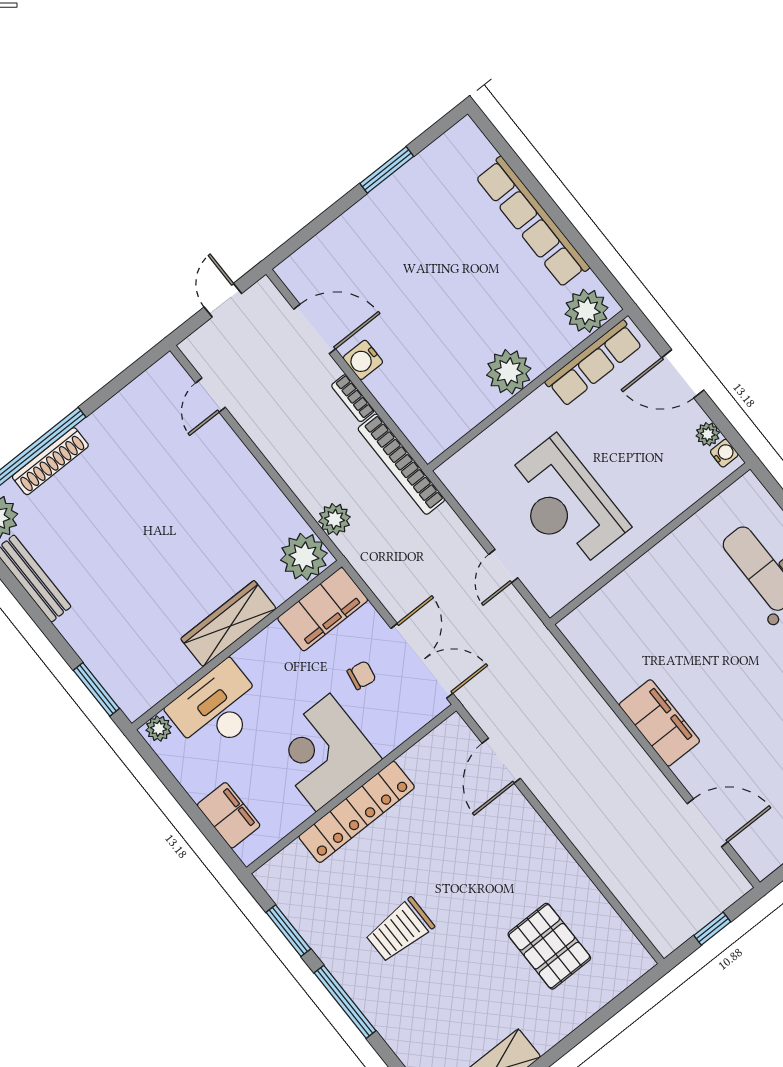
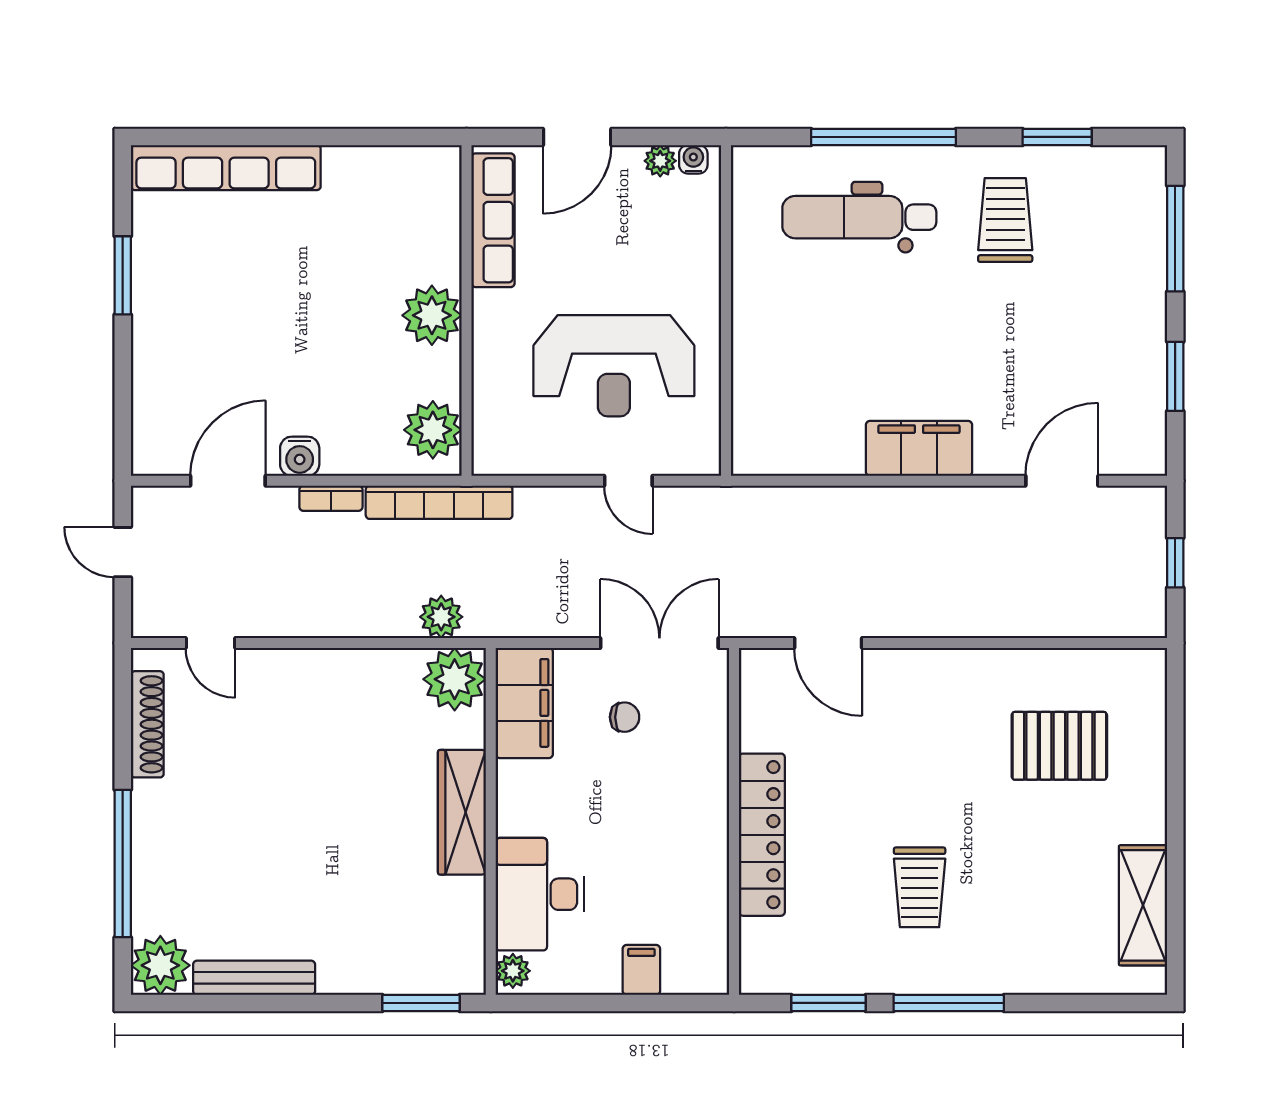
row of seats: (532, 222) -> (226, 168), moved
plant: (587, 311) -> (433, 430), moved
shoe rack: (50, 461) -> (147, 724), moved
chair: (361, 675) -> (625, 717), turned 80
corner desk: (323, 753) -> (673, 820), removed
filing cabinet: (229, 815) -> (641, 970), width x0.50

